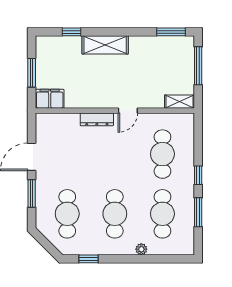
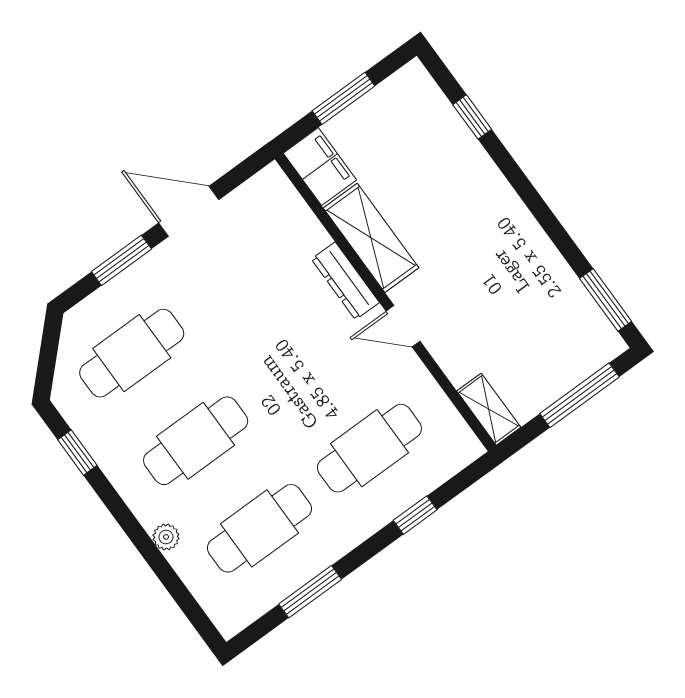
shelving: (105, 45) -> (371, 238), moved
window: (198, 175) -> (415, 515), moved

